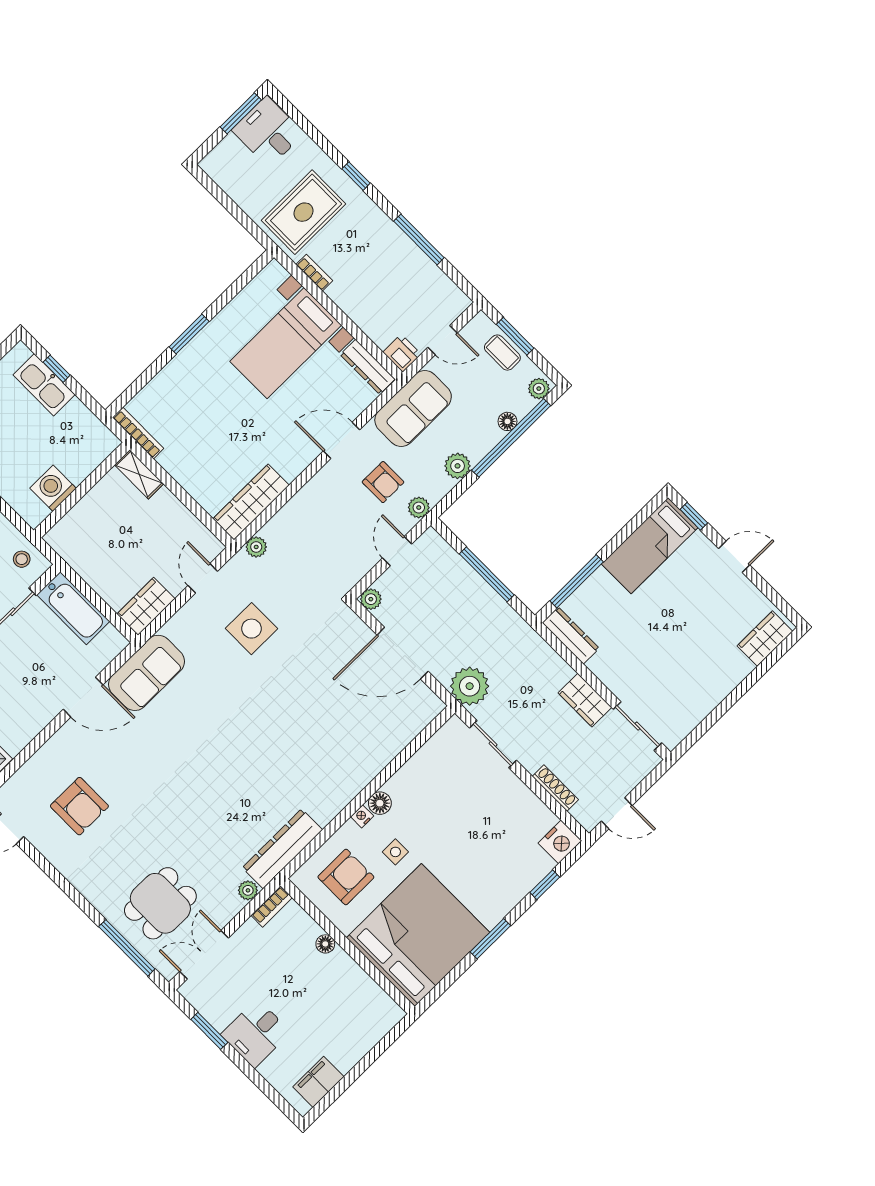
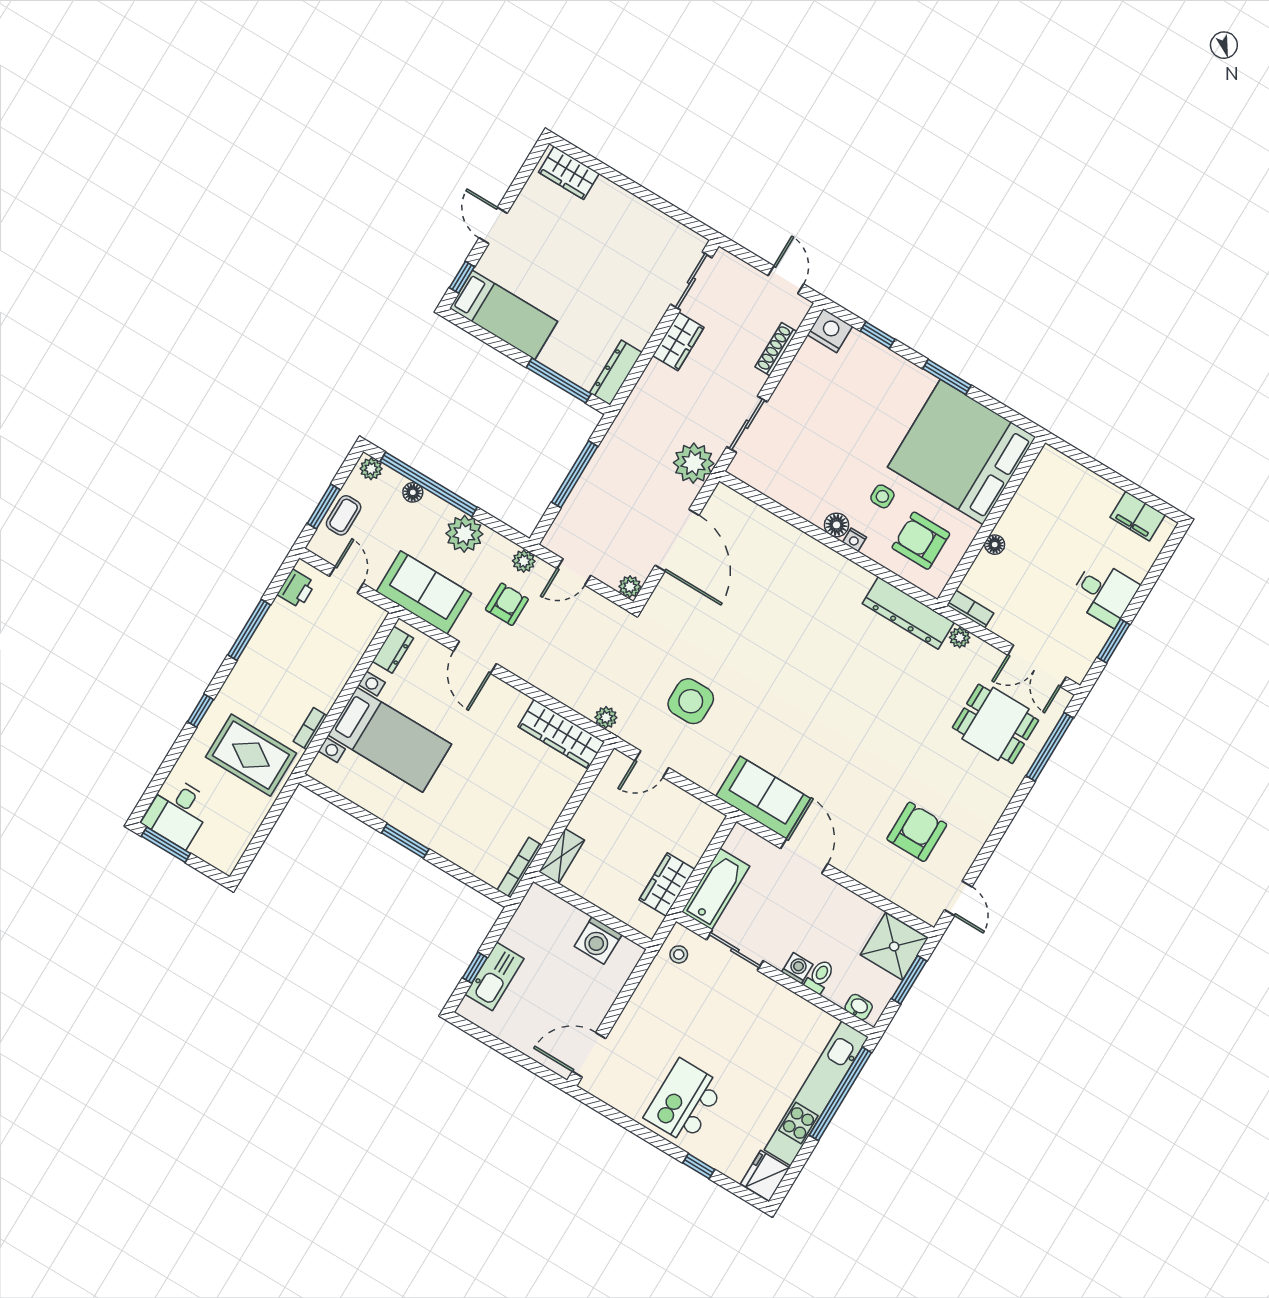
printer: (402, 353) -> (296, 589), moved, turned 180
dresser: (368, 367) -> (393, 650), width x0.70
plant: (458, 466) -> (464, 534), width x1.36, depth x1.36
wardrobe: (146, 606) -> (667, 885), moved, turned 90

